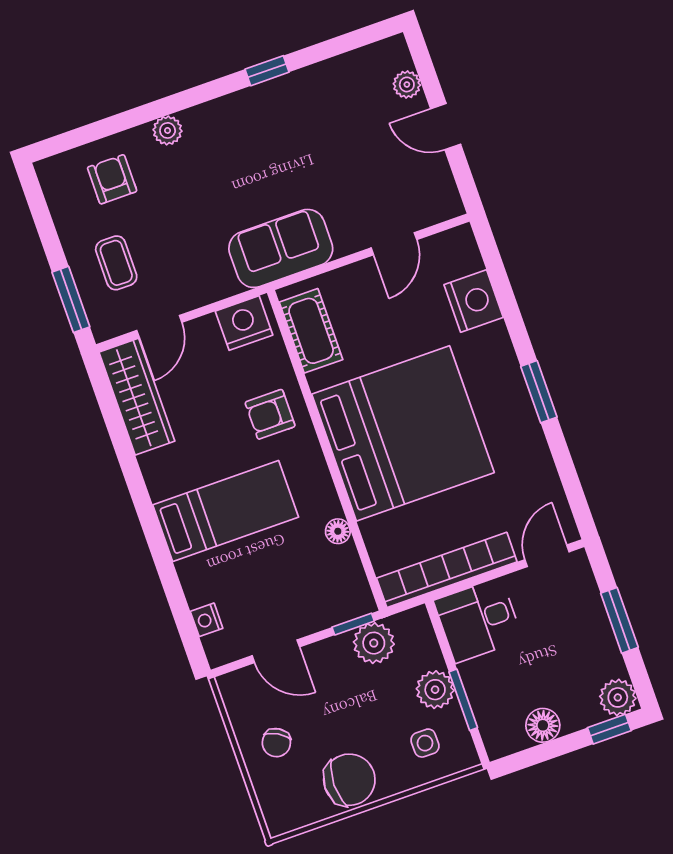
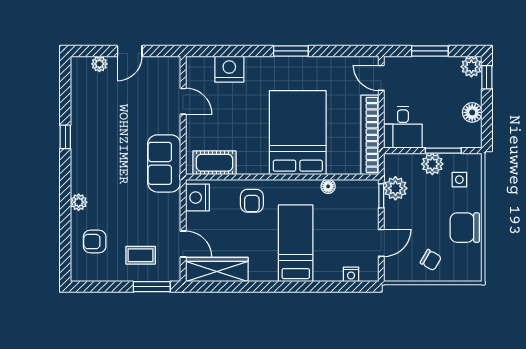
bed: (403, 433) -> (298, 133), width x0.73
chair: (349, 780) -> (465, 228), turned -90

